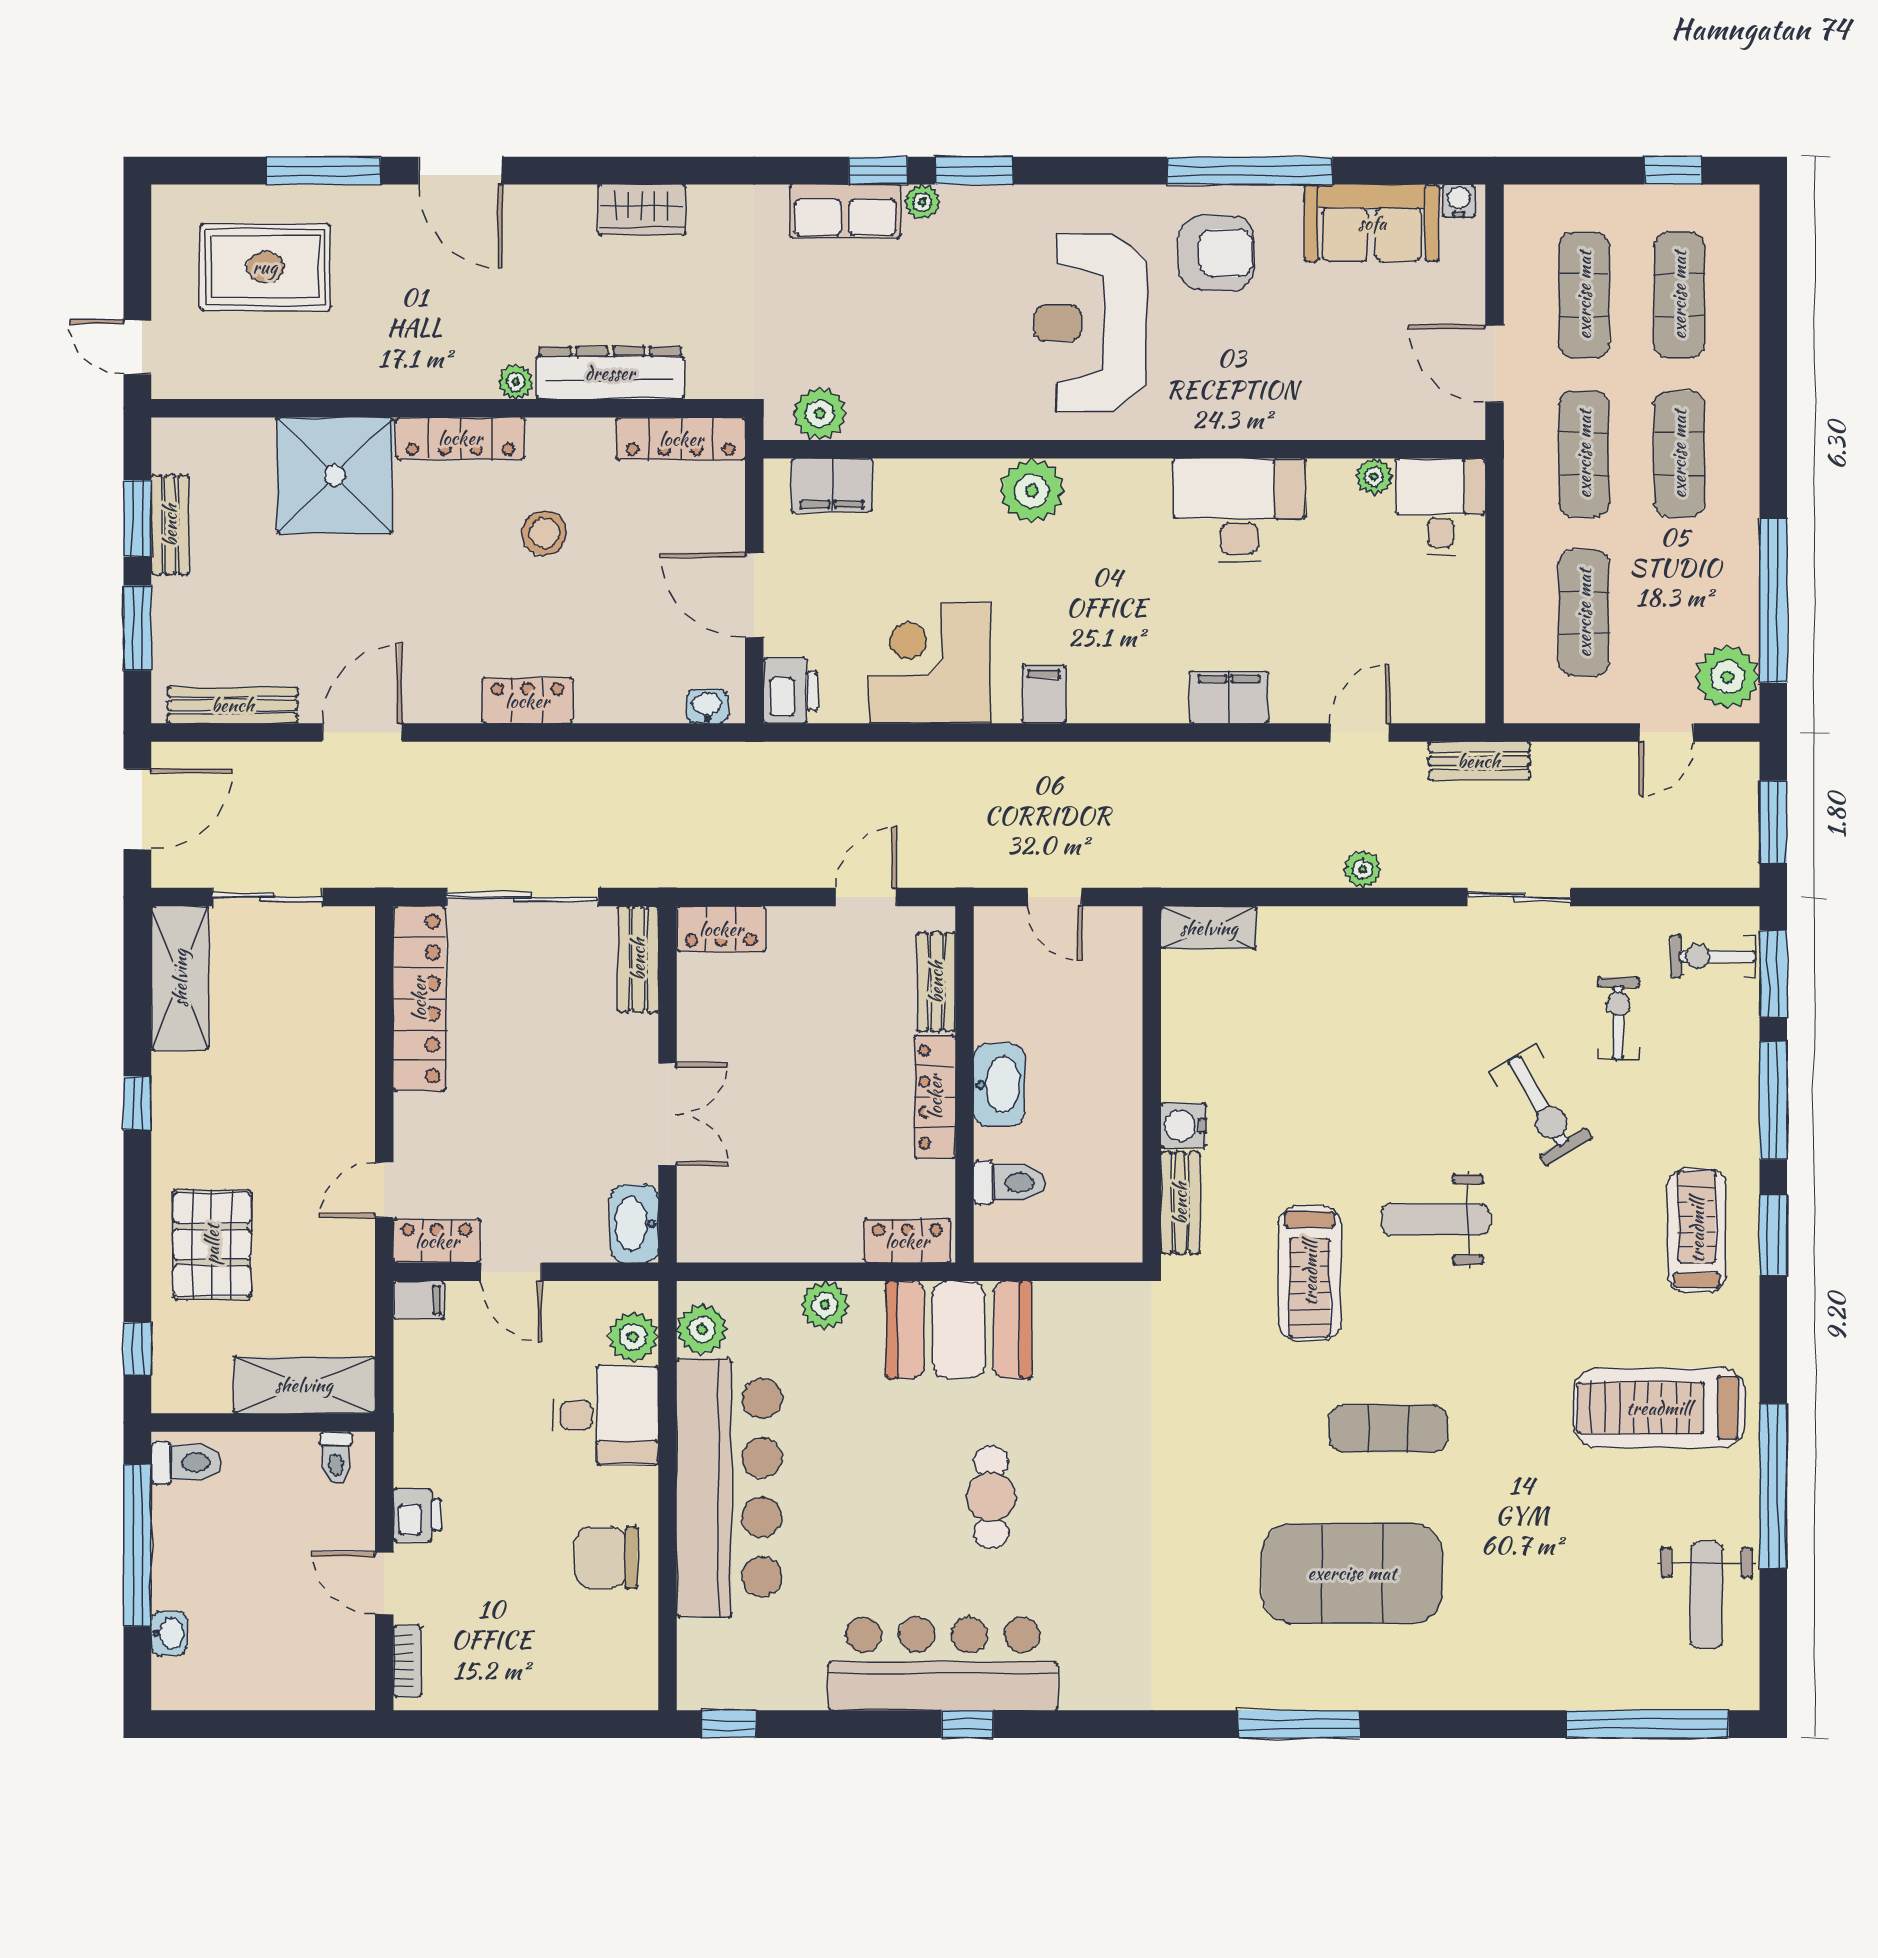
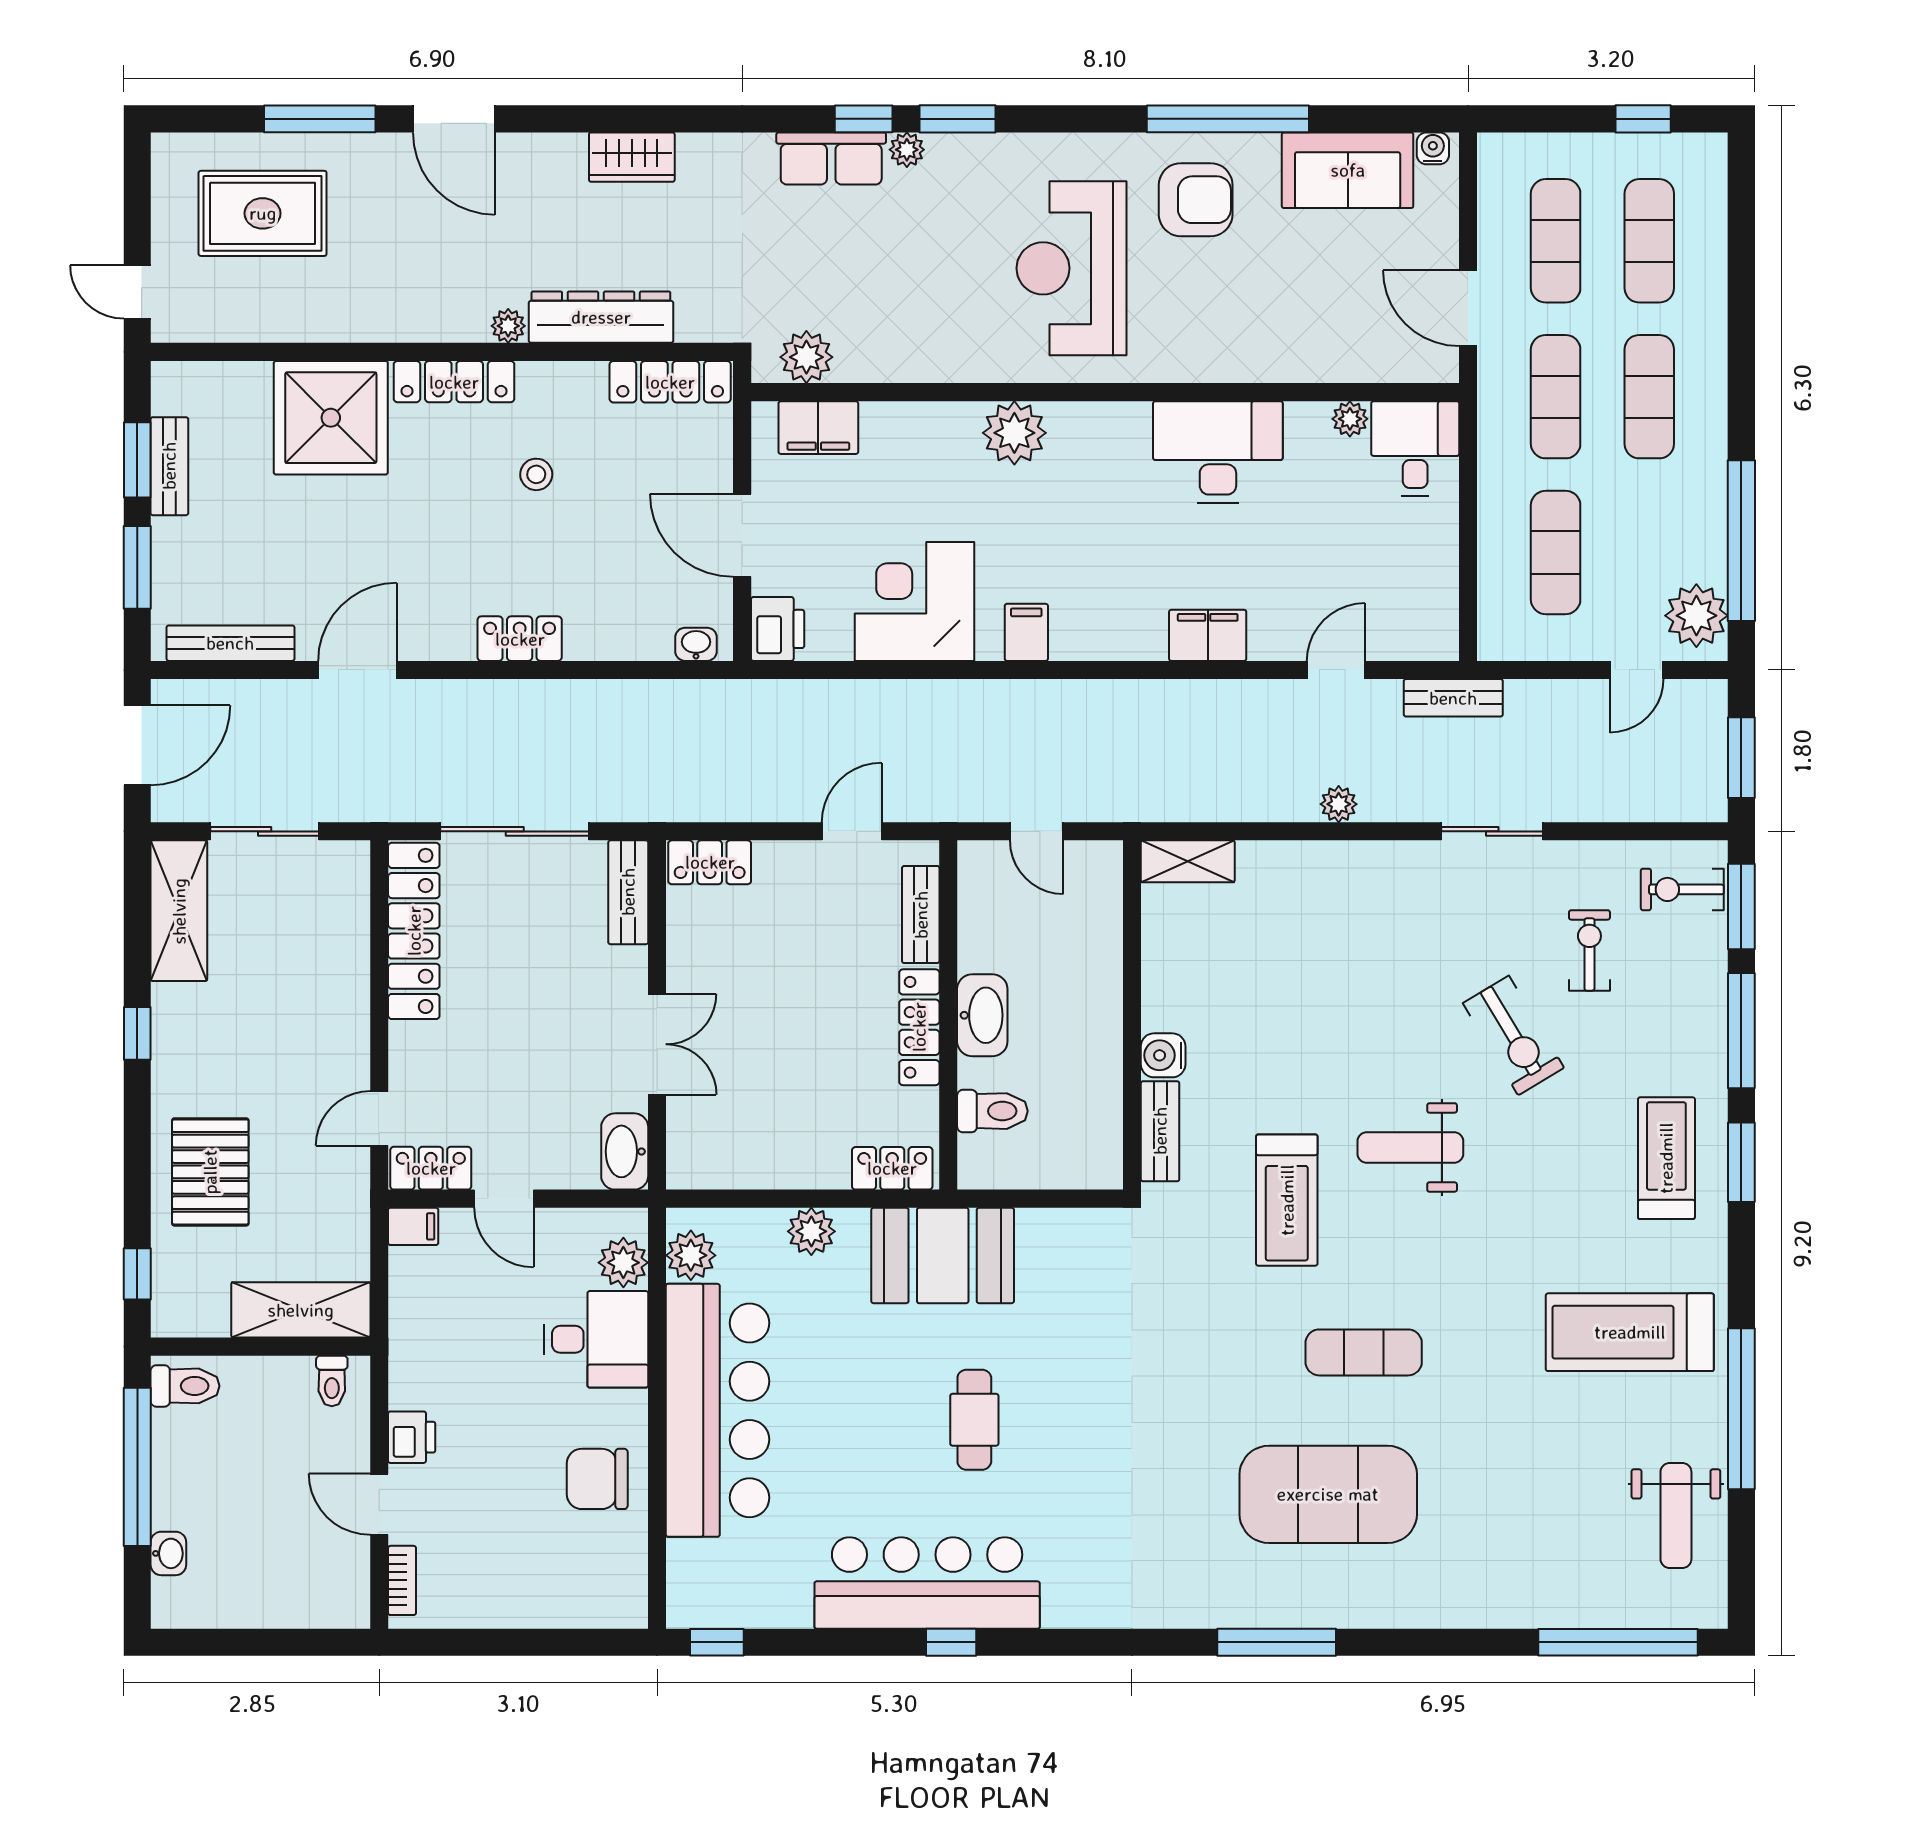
stool: (544, 533) -> (536, 474), width x0.73, depth x0.73

